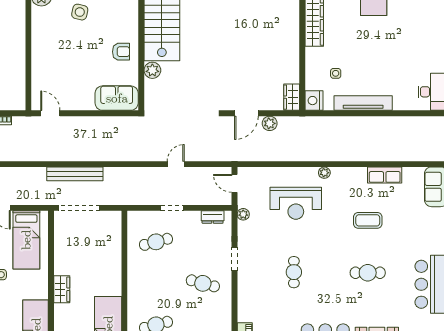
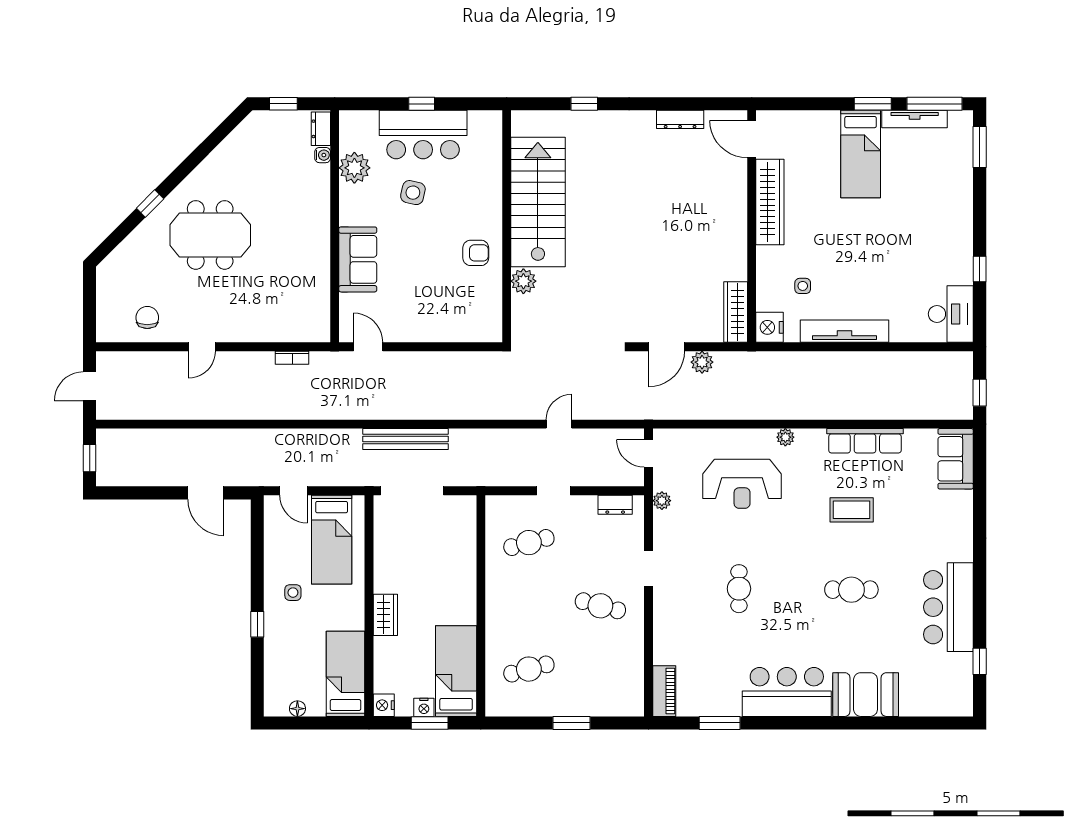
wardrobe: (292, 97) -> (736, 312), width x1.50
sofa: (117, 98) -> (358, 259), moved, turned 90
row of seats: (385, 175) -> (865, 441), width x1.48

